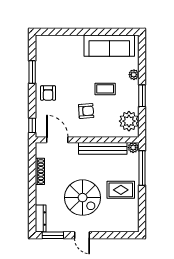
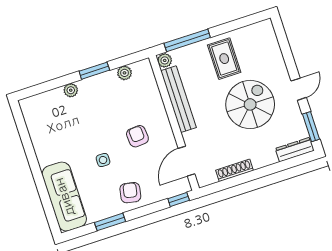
sofa: (109, 46) -> (64, 197), moved
side table: (77, 81) -> (103, 160), added
coffee table: (105, 89) -> (101, 121), removed
armchair: (48, 93) -> (130, 193), turned -79
plant: (129, 121) -> (124, 73), width x0.53, depth x0.53

